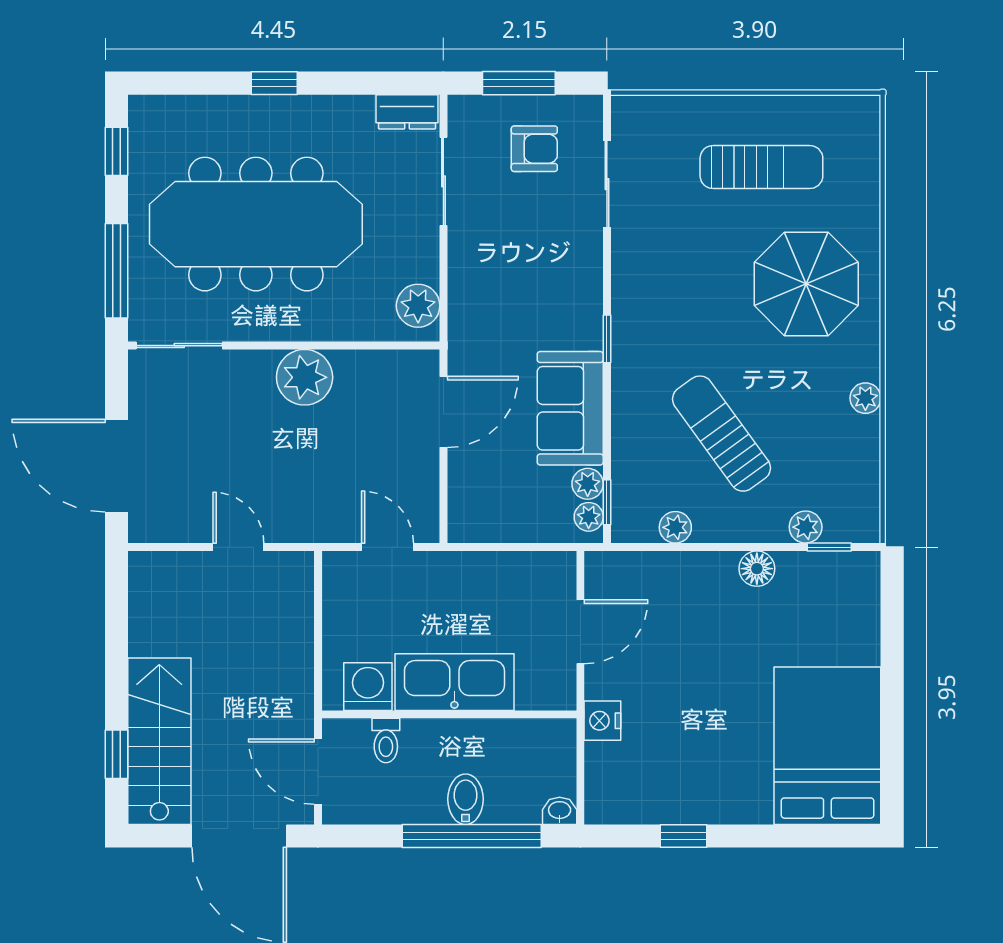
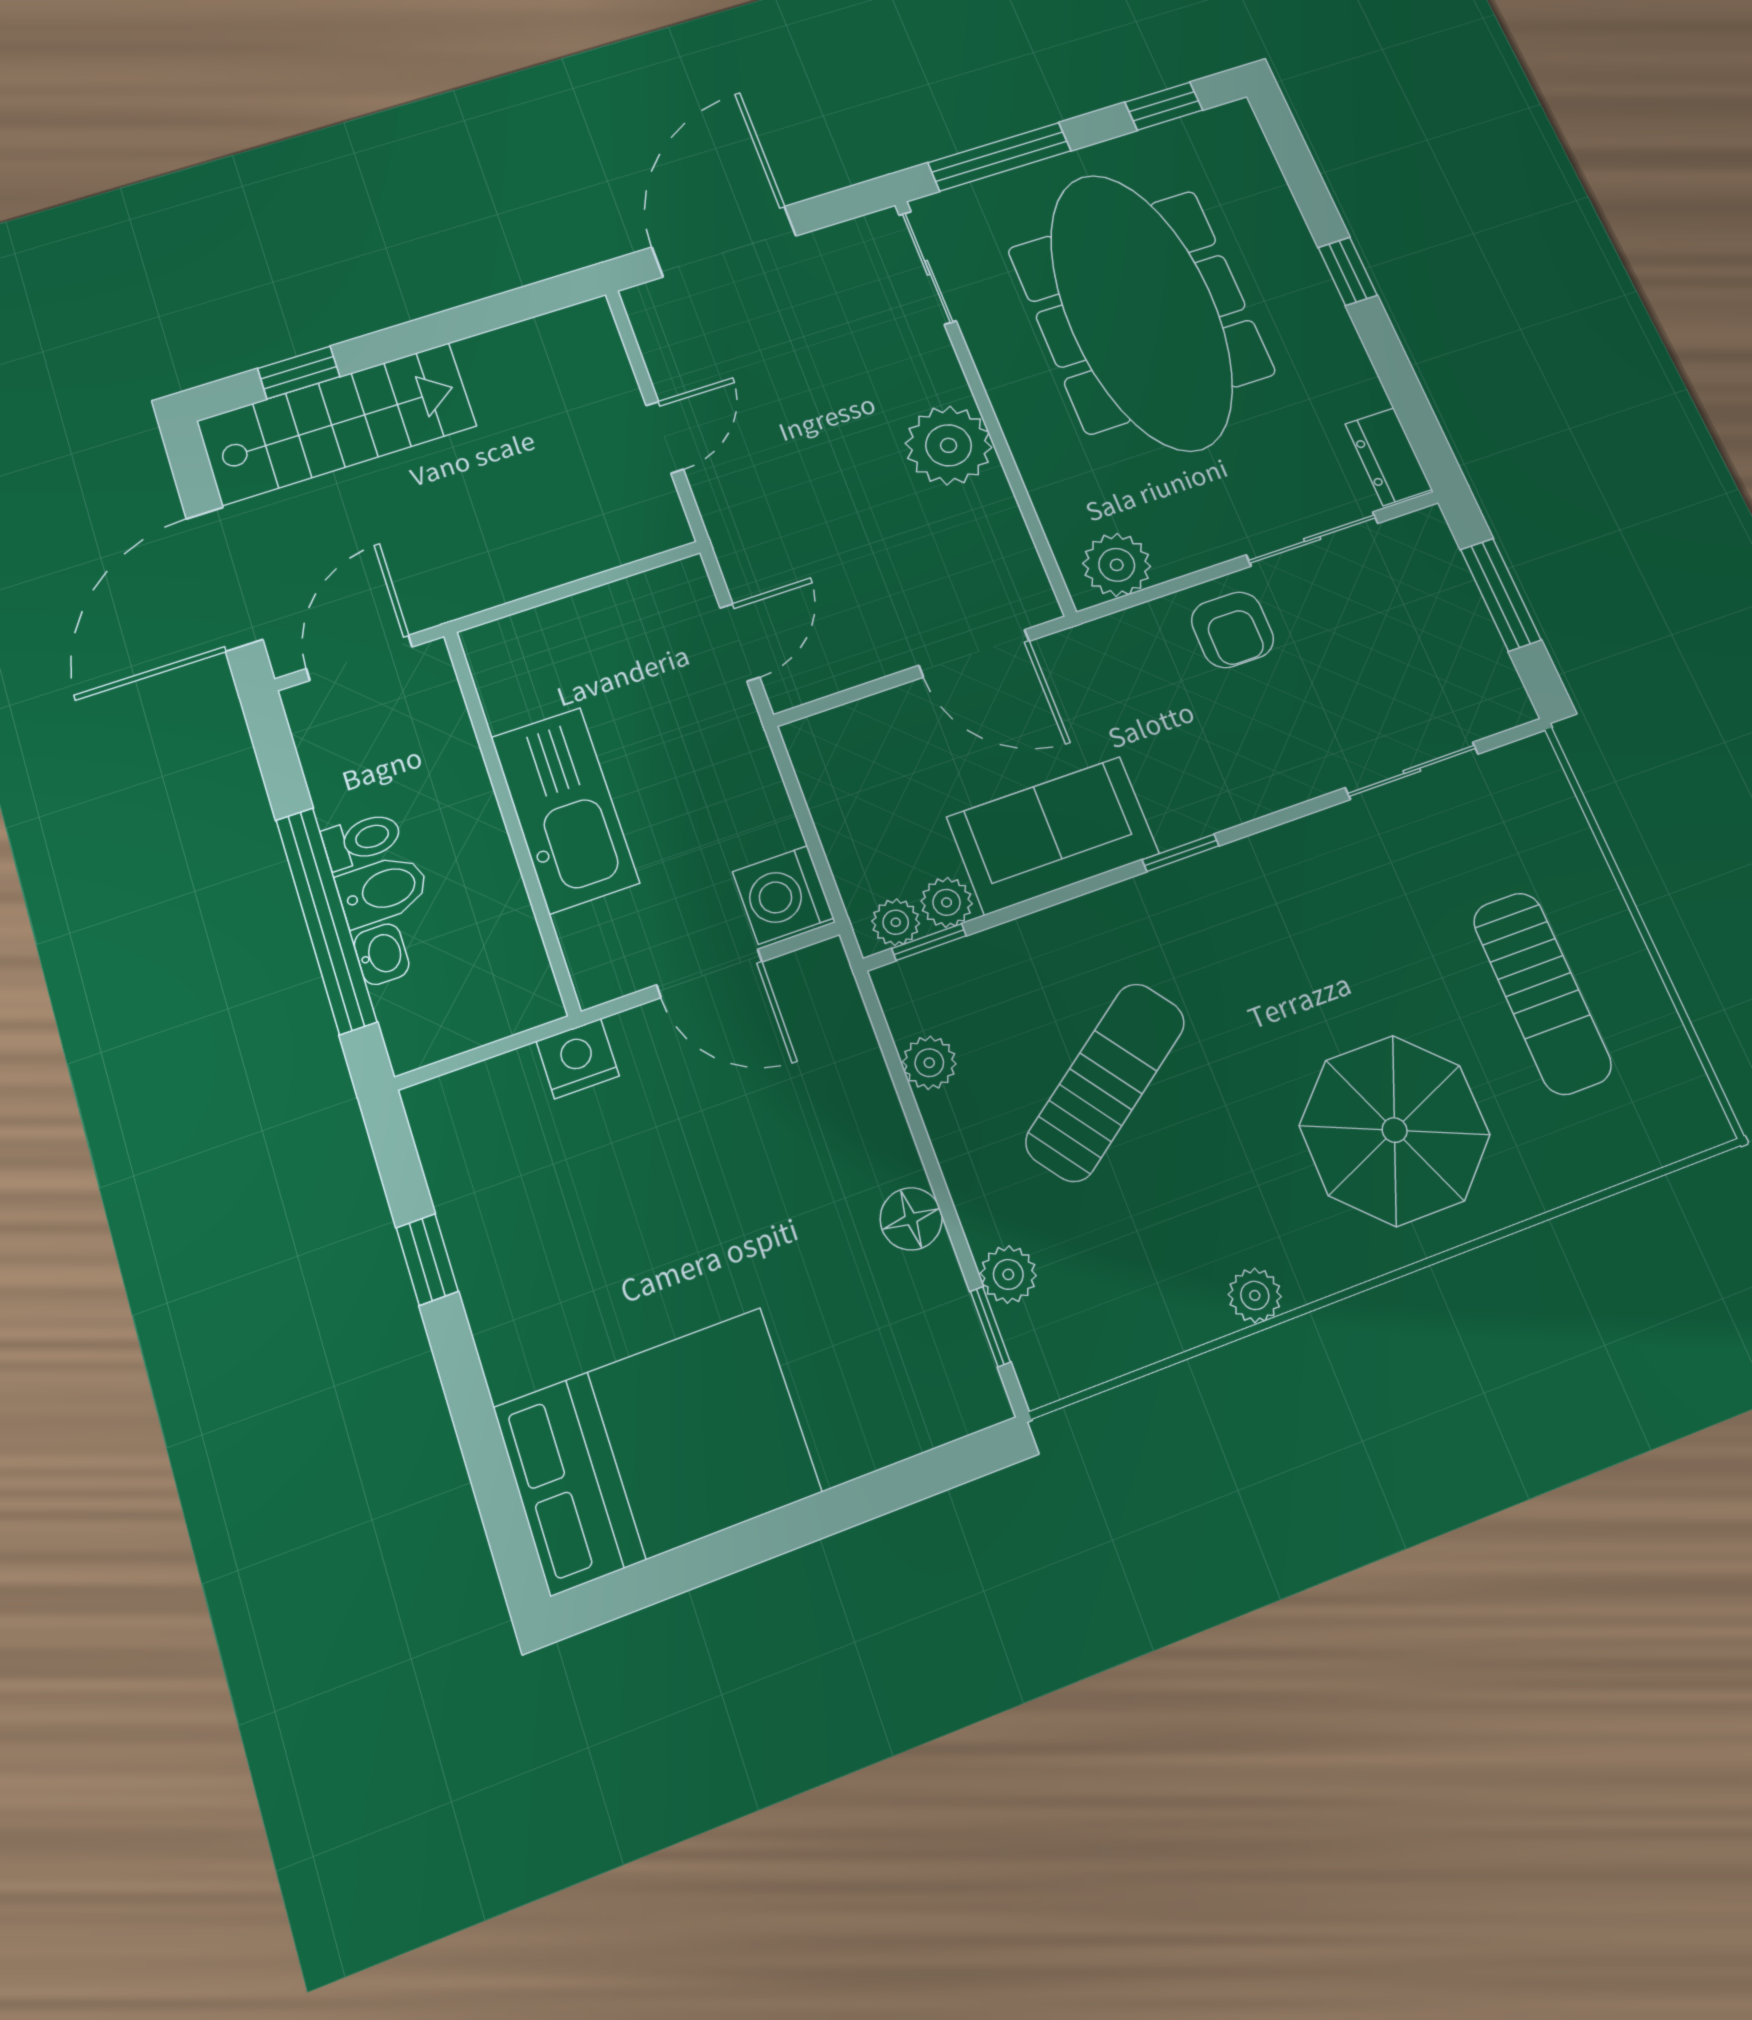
armchair: (534, 149) -> (1232, 630), moved
washing machine: (368, 687) -> (783, 895), moved, turned 180
toilet: (386, 740) -> (362, 840), moved, turned 180
washbasin: (560, 811) -> (382, 954), moved

